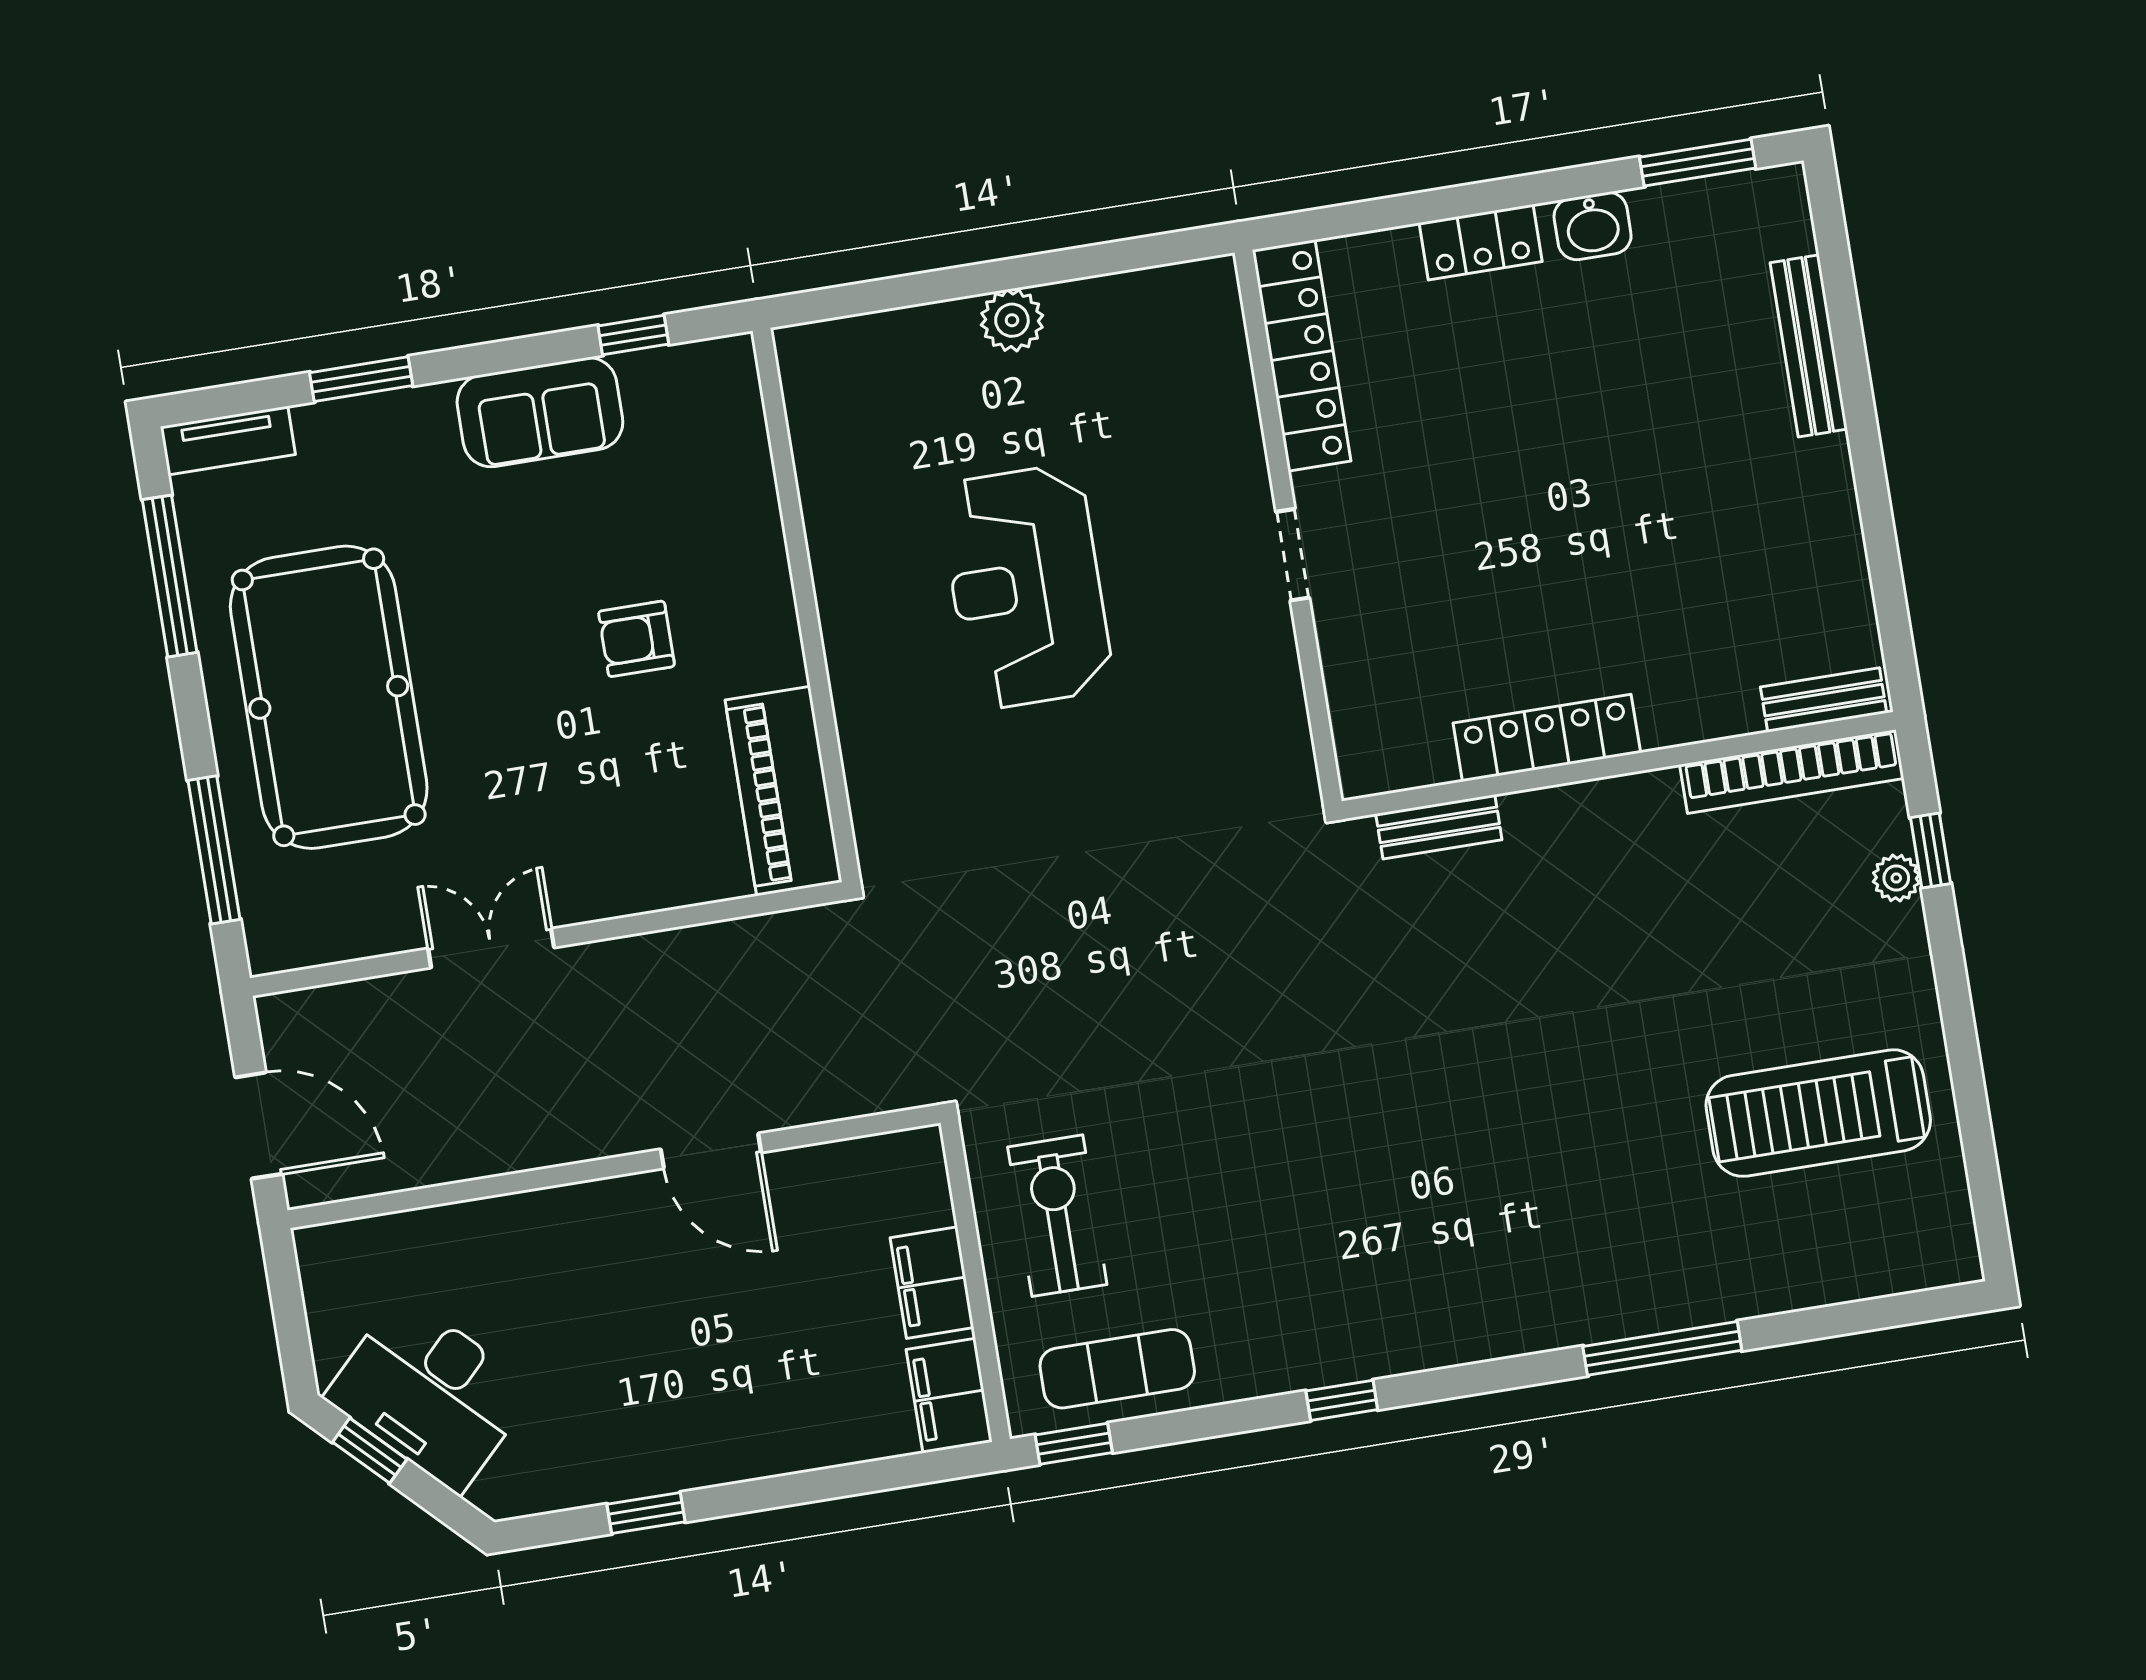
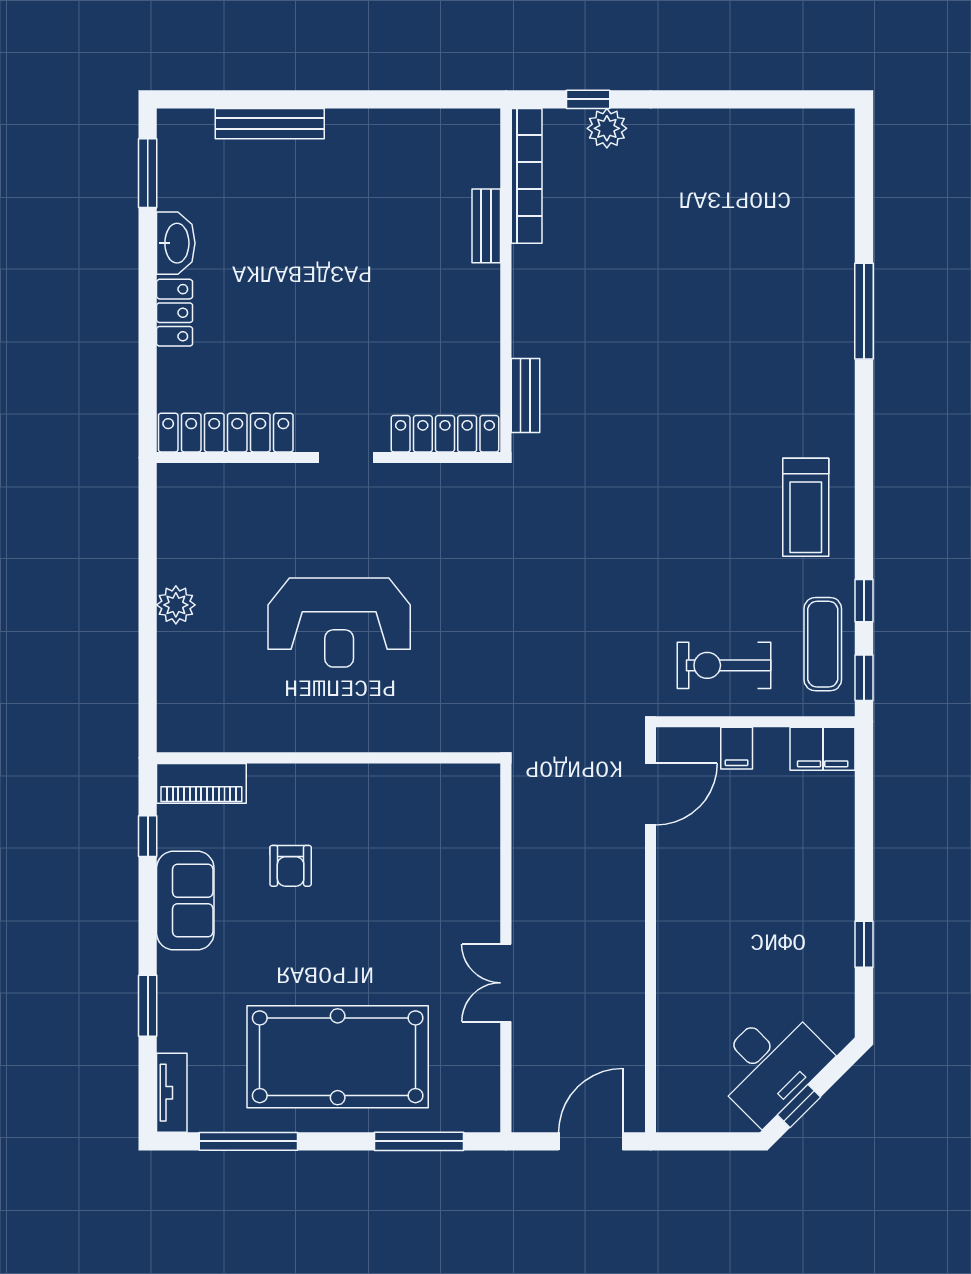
washbasin: (1593, 226) -> (176, 243), width x1.38
armchair: (636, 639) -> (291, 866), moved
bench: (1824, 700) -> (486, 226), moved
locker: (1547, 738) -> (445, 434), moved, turned 90
piano: (784, 791) -> (201, 783), moved, width x0.73, depth x0.75
plant: (1896, 878) -> (607, 128), width x1.38, depth x1.38
treadmill: (1818, 1113) -> (806, 507), moved, width x0.73, depth x0.73
door: (711, 1151) -> (651, 794), moved
filing cabinet: (932, 1283) -> (737, 748), width x0.50
window: (1342, 1400) -> (864, 601), moved

